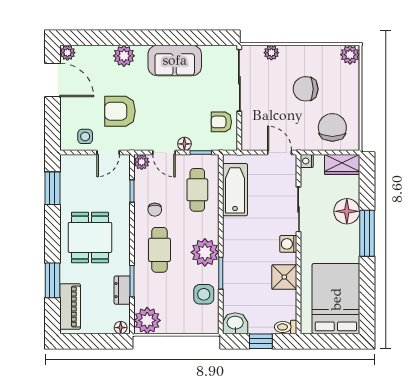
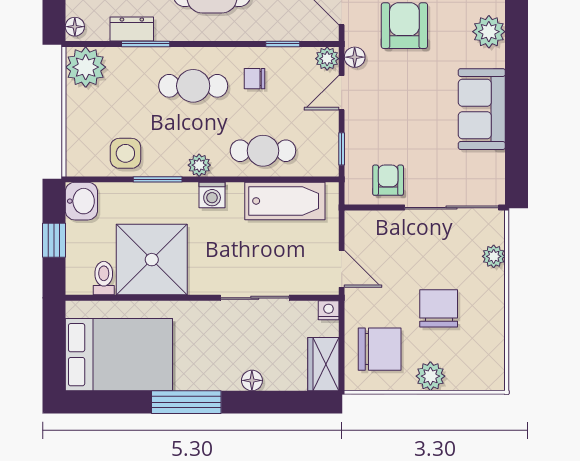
plant: (350, 55) -> (430, 376), moved
floor lamp: (184, 144) -> (355, 57), moved
door: (280, 152) -> (342, 269), hinge flipped
cafe table: (197, 190) -> (263, 151), moved
floor lamp: (347, 211) -> (252, 380), width x0.53, depth x0.53
window: (367, 233) -> (186, 402), moved
washing machine: (288, 244) -> (212, 195), moved, turned 180
plant: (205, 252) -> (199, 165), width x0.53, depth x0.53
shower: (284, 277) -> (152, 260), width x1.86, depth x1.86
toilet: (286, 327) -> (104, 278), moved

